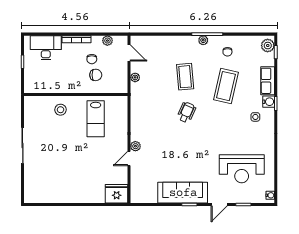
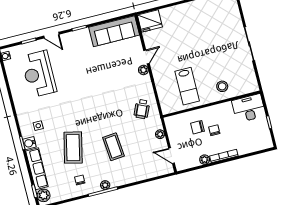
plant: (107, 41) -> (205, 160), moved
desk: (46, 48) -> (249, 108), moved, turned 180
chair: (92, 59) -> (214, 130), moved
row of seats: (268, 81) -> (37, 169), width x1.48
wheelchair: (186, 112) -> (142, 109), moved
lab bench: (96, 119) -> (187, 86), turned 180
reception desk: (242, 169) -> (39, 74), turned -90
sofa: (183, 193) -> (114, 31), moved
door: (219, 205) -> (51, 35), swing flipped

